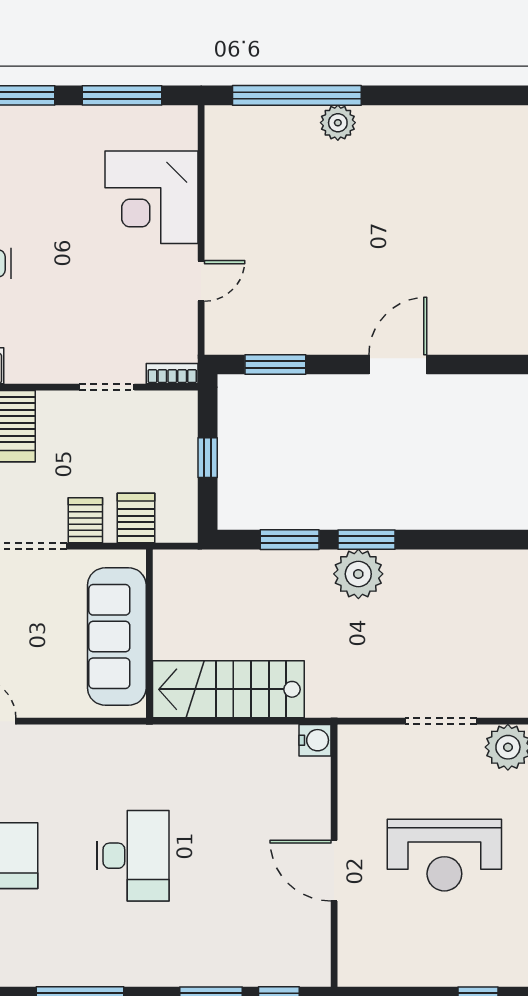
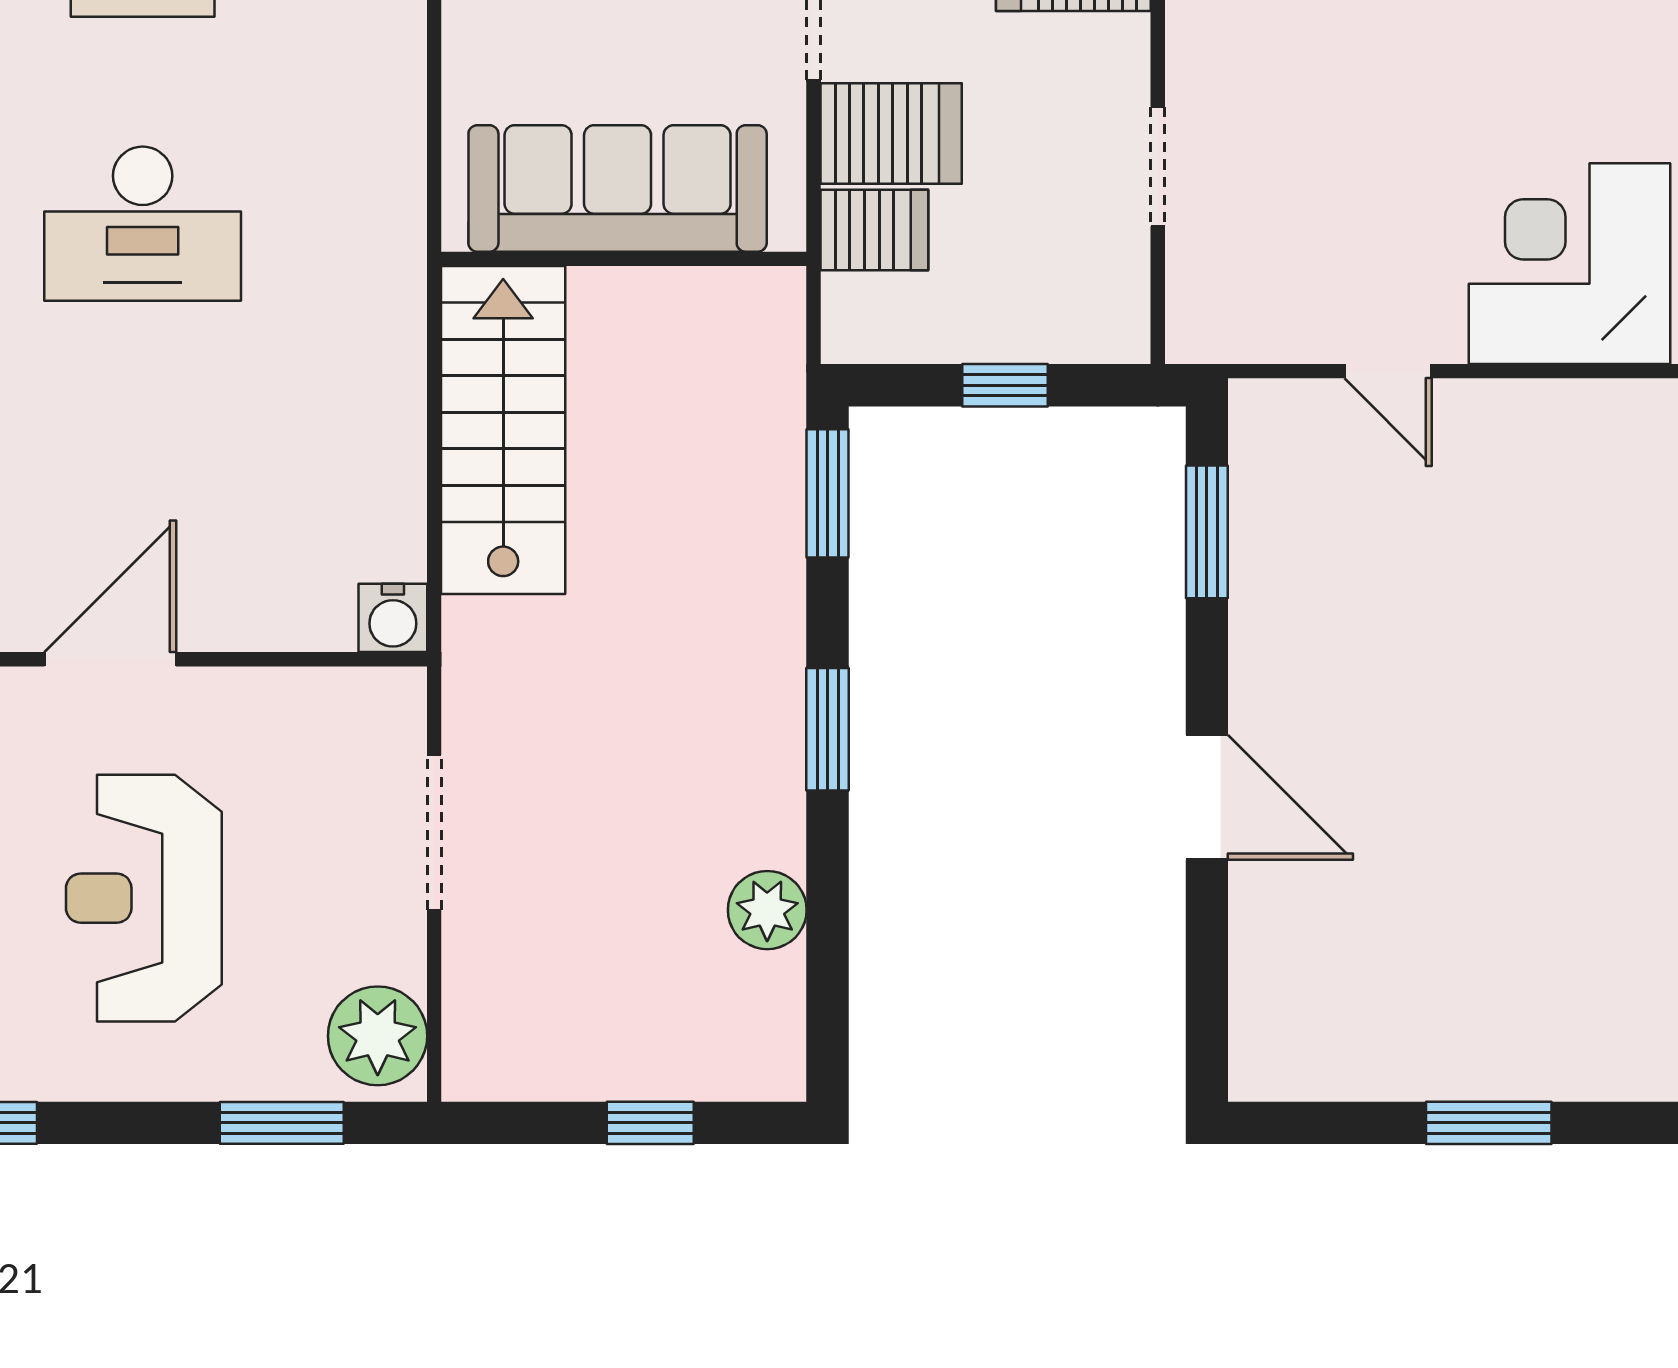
bookcase: (172, 374) -> (1187, 308), removed
server rack: (85, 520) -> (891, 134), width x1.36, depth x1.44
window: (290, 540) -> (828, 493), moved
plant: (358, 574) -> (767, 910), moved, width x0.73, depth x0.73
doorway: (441, 721) -> (434, 832), moved

